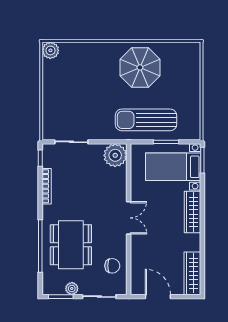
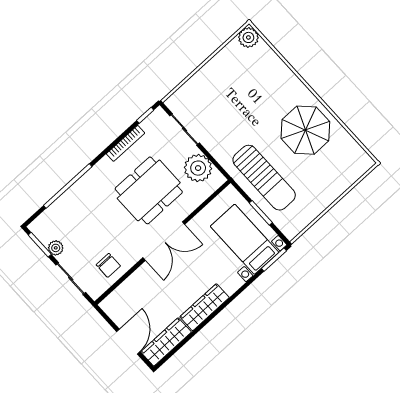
sun lounger: (146, 120) -> (264, 178), turned 180
plant: (115, 155) -> (198, 168), moved
wardrobe: (192, 212) -> (204, 307), moved
double door: (129, 218) -> (164, 241), width x1.37
dining table: (71, 245) -> (149, 190), moved
door: (158, 297) -> (128, 342), moved

